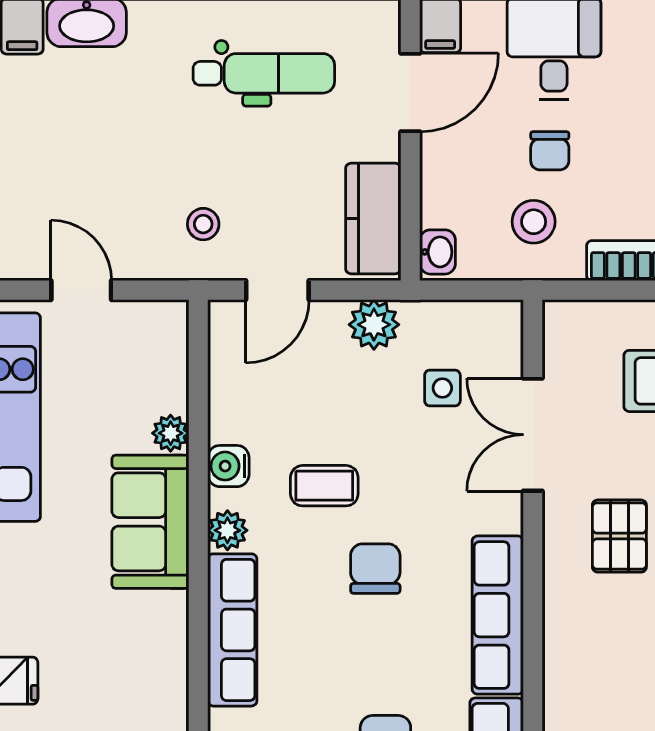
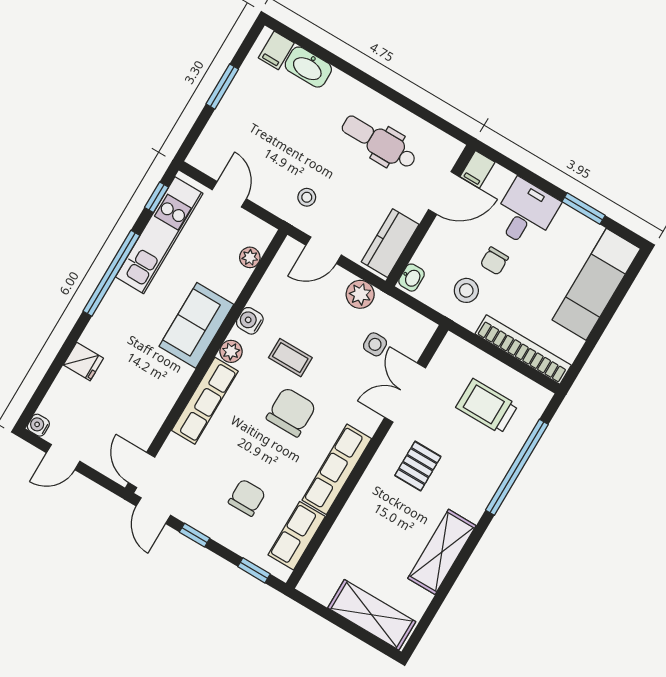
dental chair: (264, 73) -> (379, 142), turned 180
plant: (171, 433) -> (250, 257), moved
chair: (375, 569) -> (291, 412), width x1.37, depth x1.37

